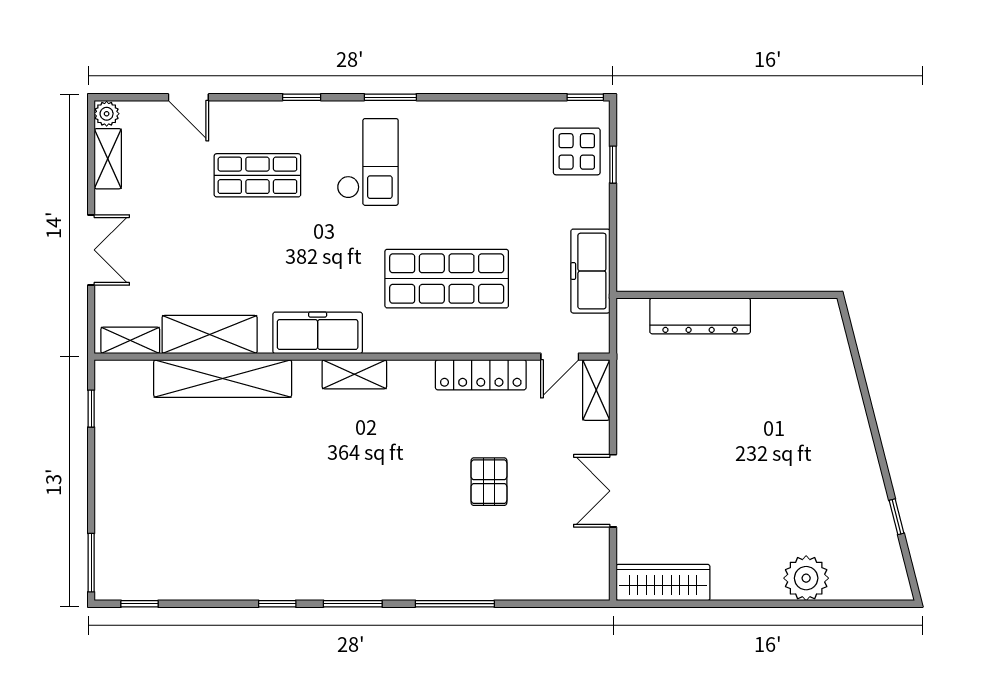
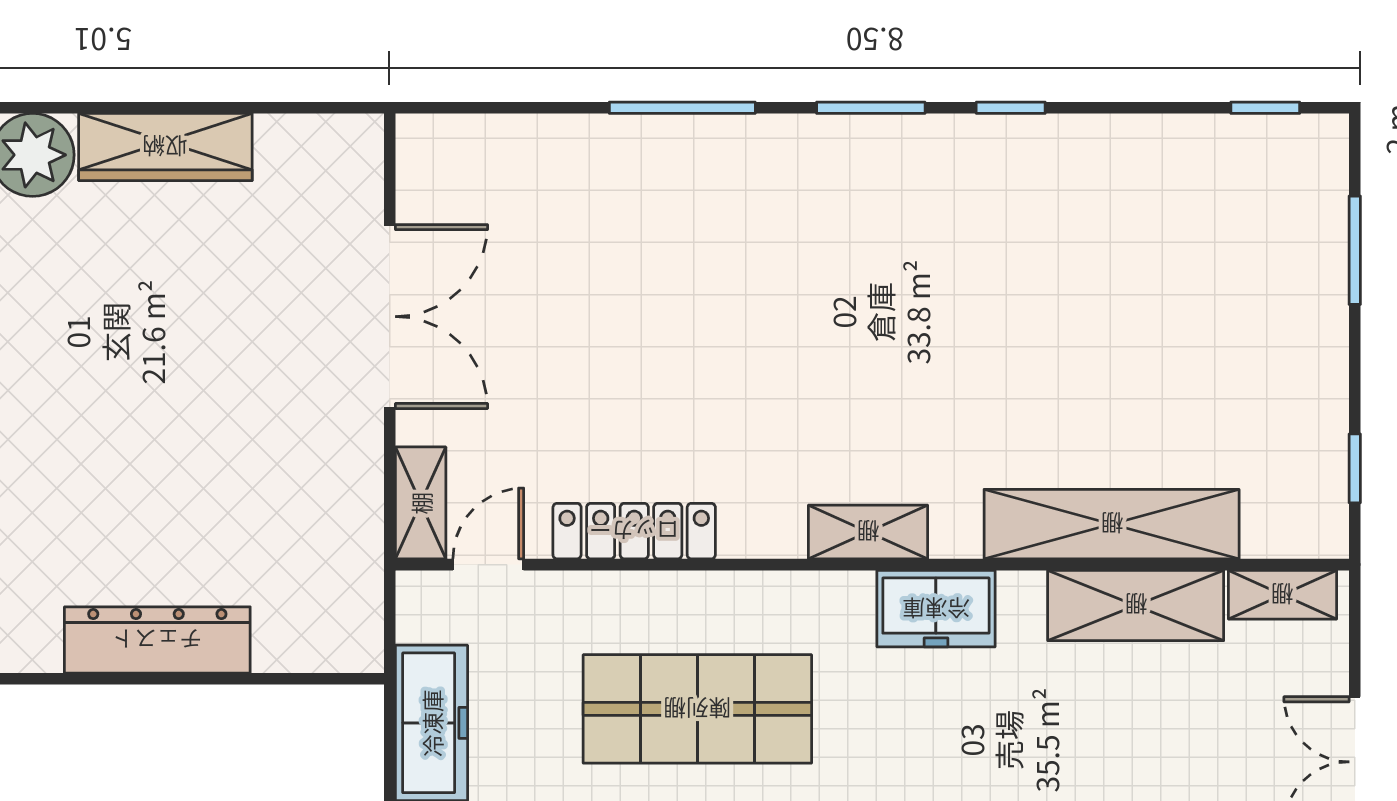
dresser: (700, 316) -> (157, 640), moved
freezer: (318, 333) -> (936, 609), width x0.71
pallet: (489, 482) -> (619, 333), removed
double door: (613, 491) -> (390, 317), width x1.37
window: (91, 563) -> (1355, 250), moved
wardrobe: (663, 582) -> (165, 147), moved

